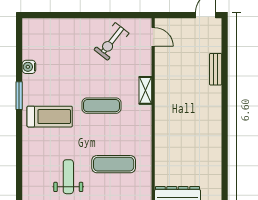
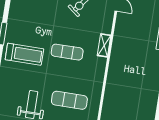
water cooler: (29, 67) -> (14, 12), removed

